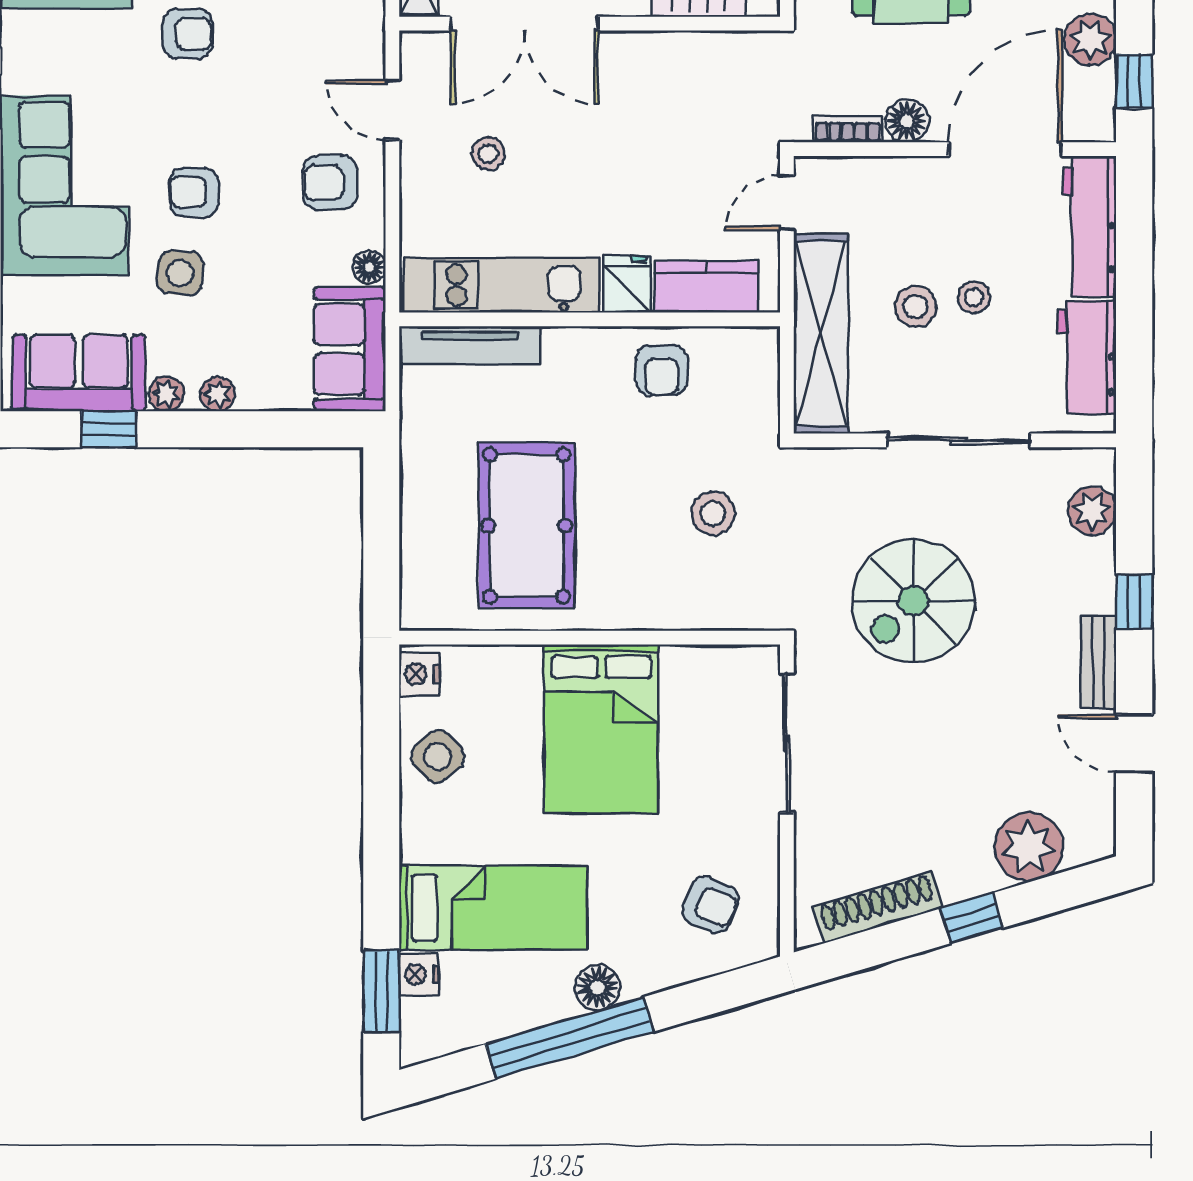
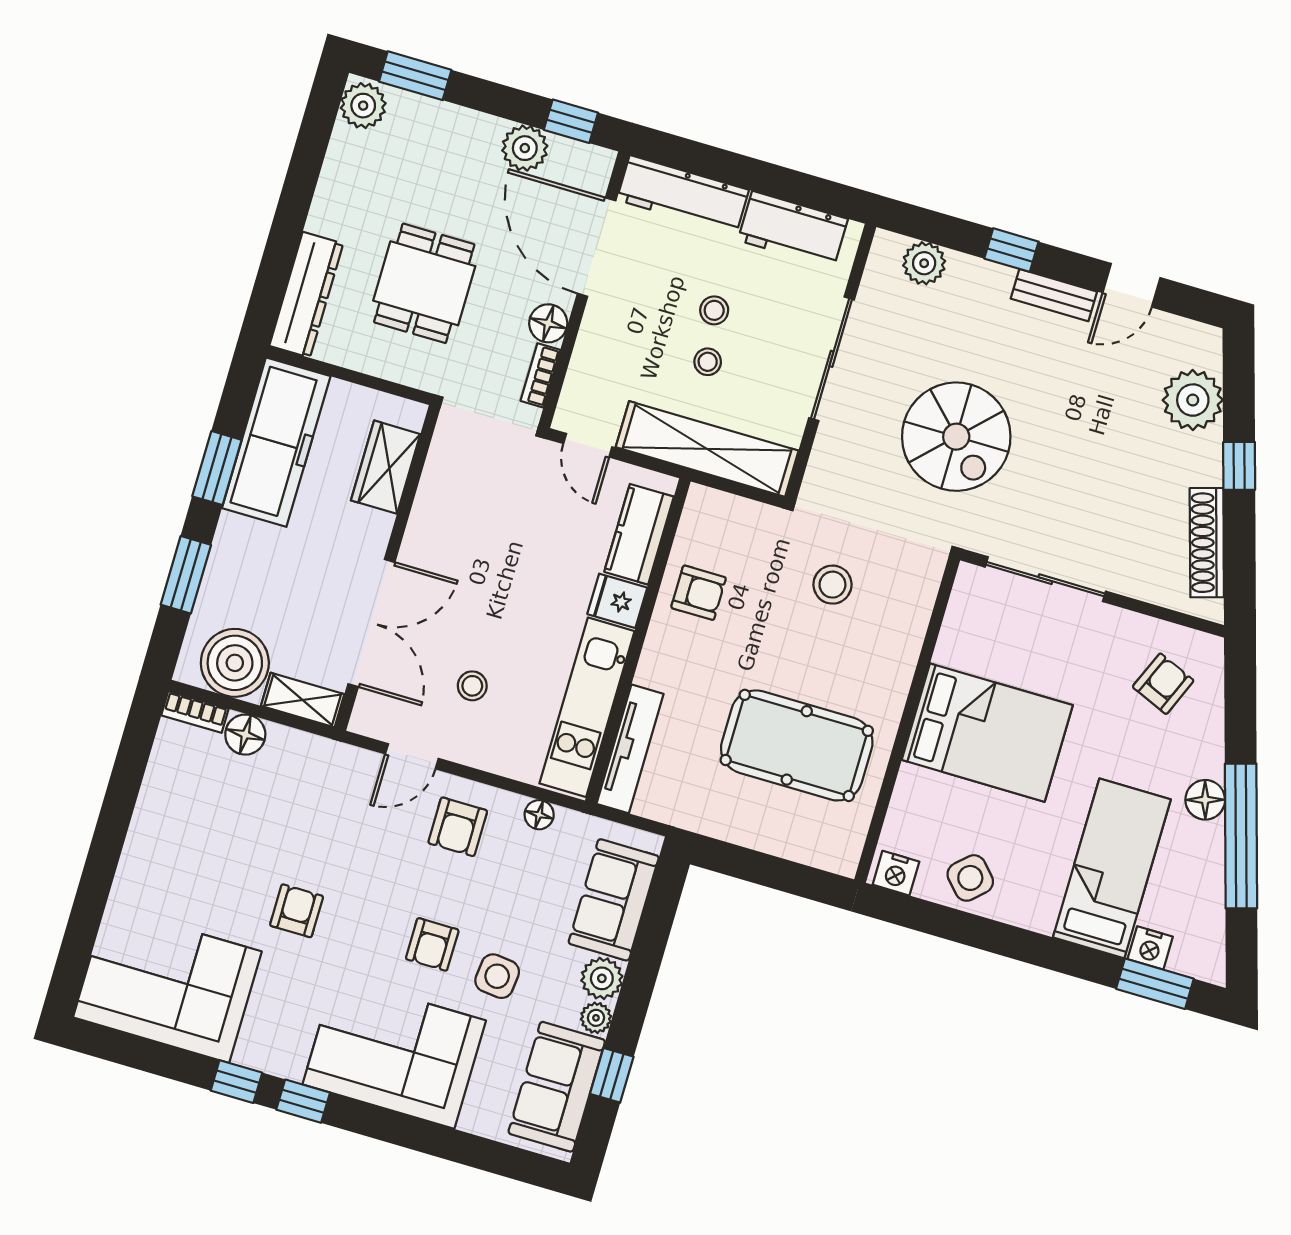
stool: (916, 307) -> (708, 362), width x0.73, depth x0.73
sofa: (350, 349) -> (614, 900), moved, turned 90
plant: (218, 394) -> (602, 978), width x1.38, depth x1.38

